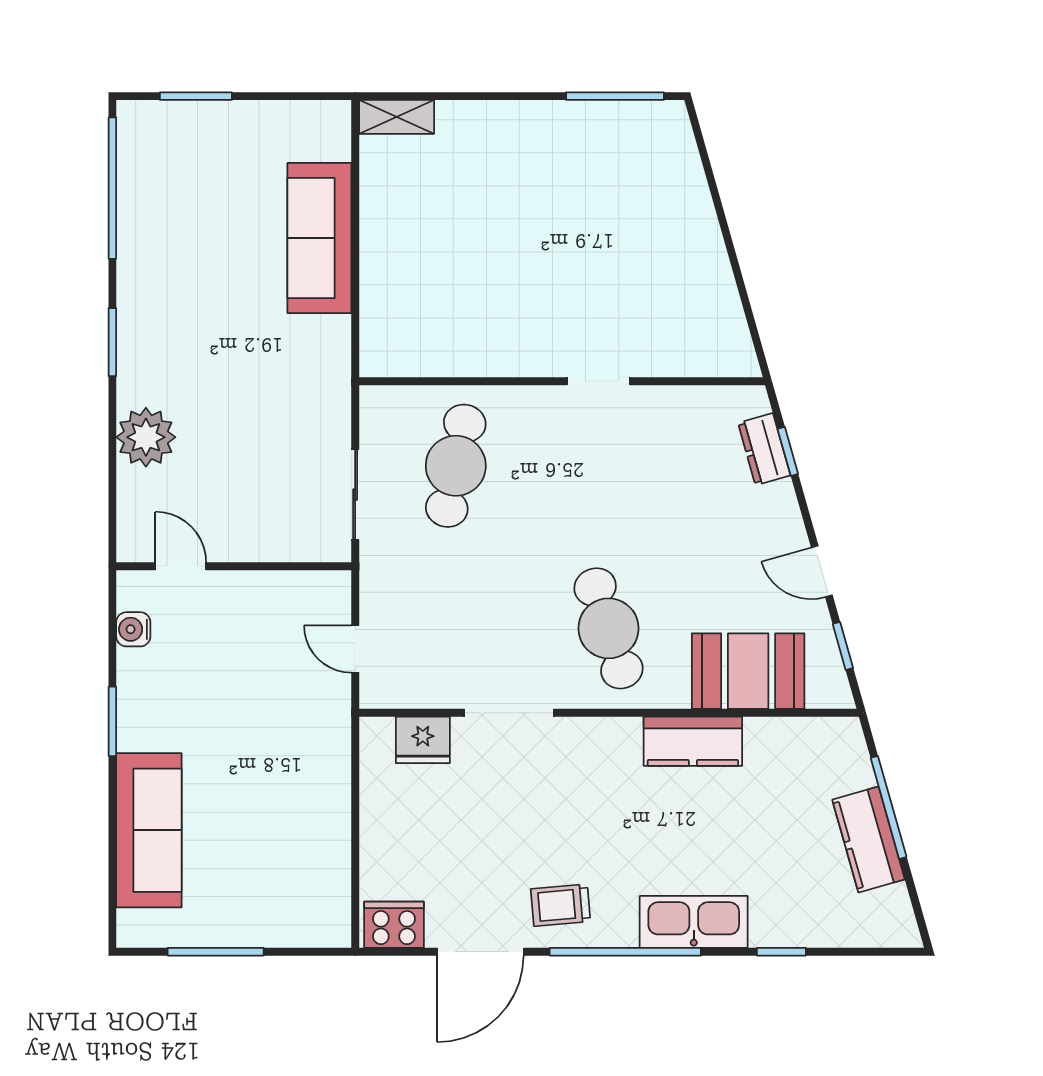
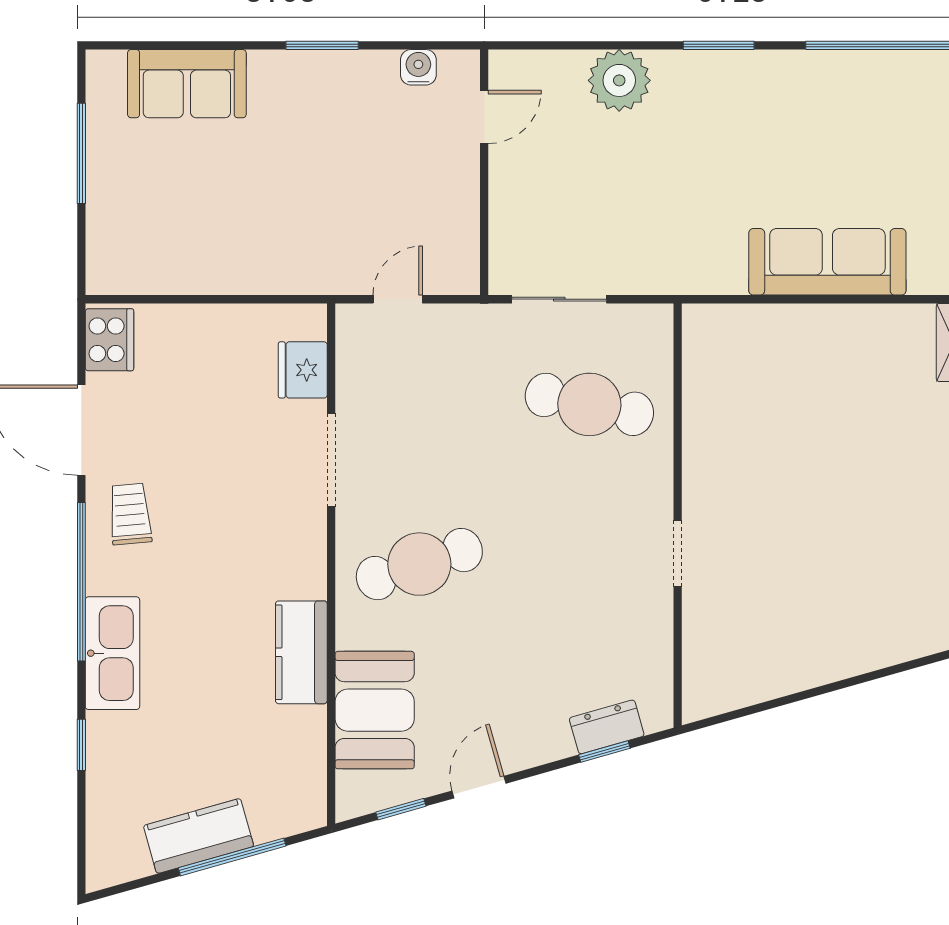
sofa: (149, 830) -> (187, 84), width x0.73

